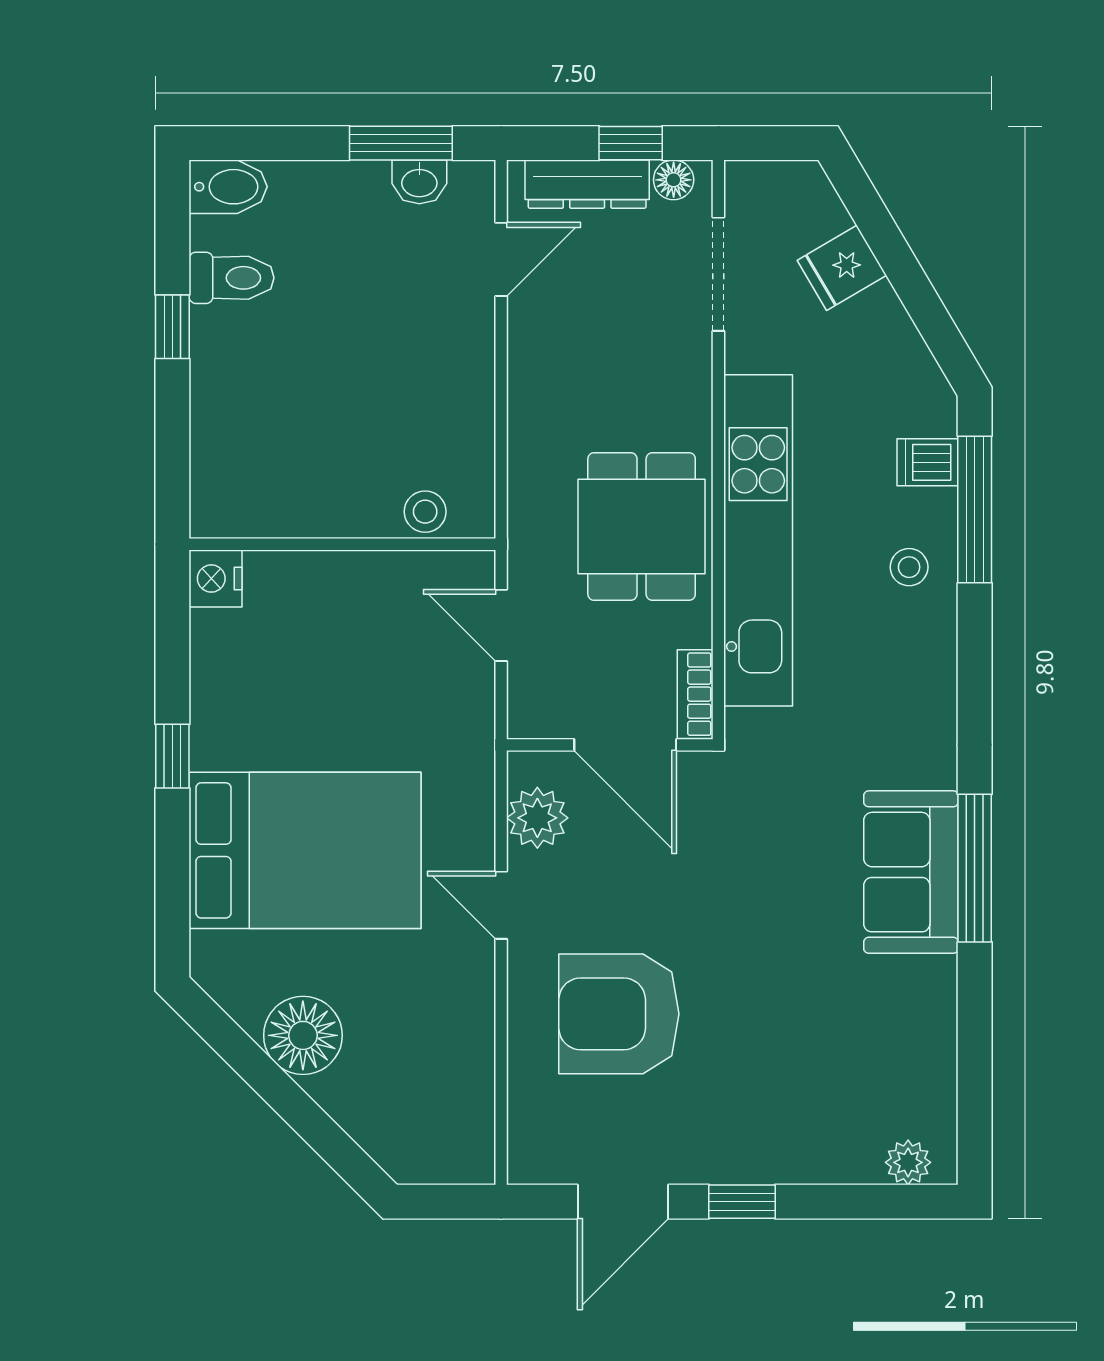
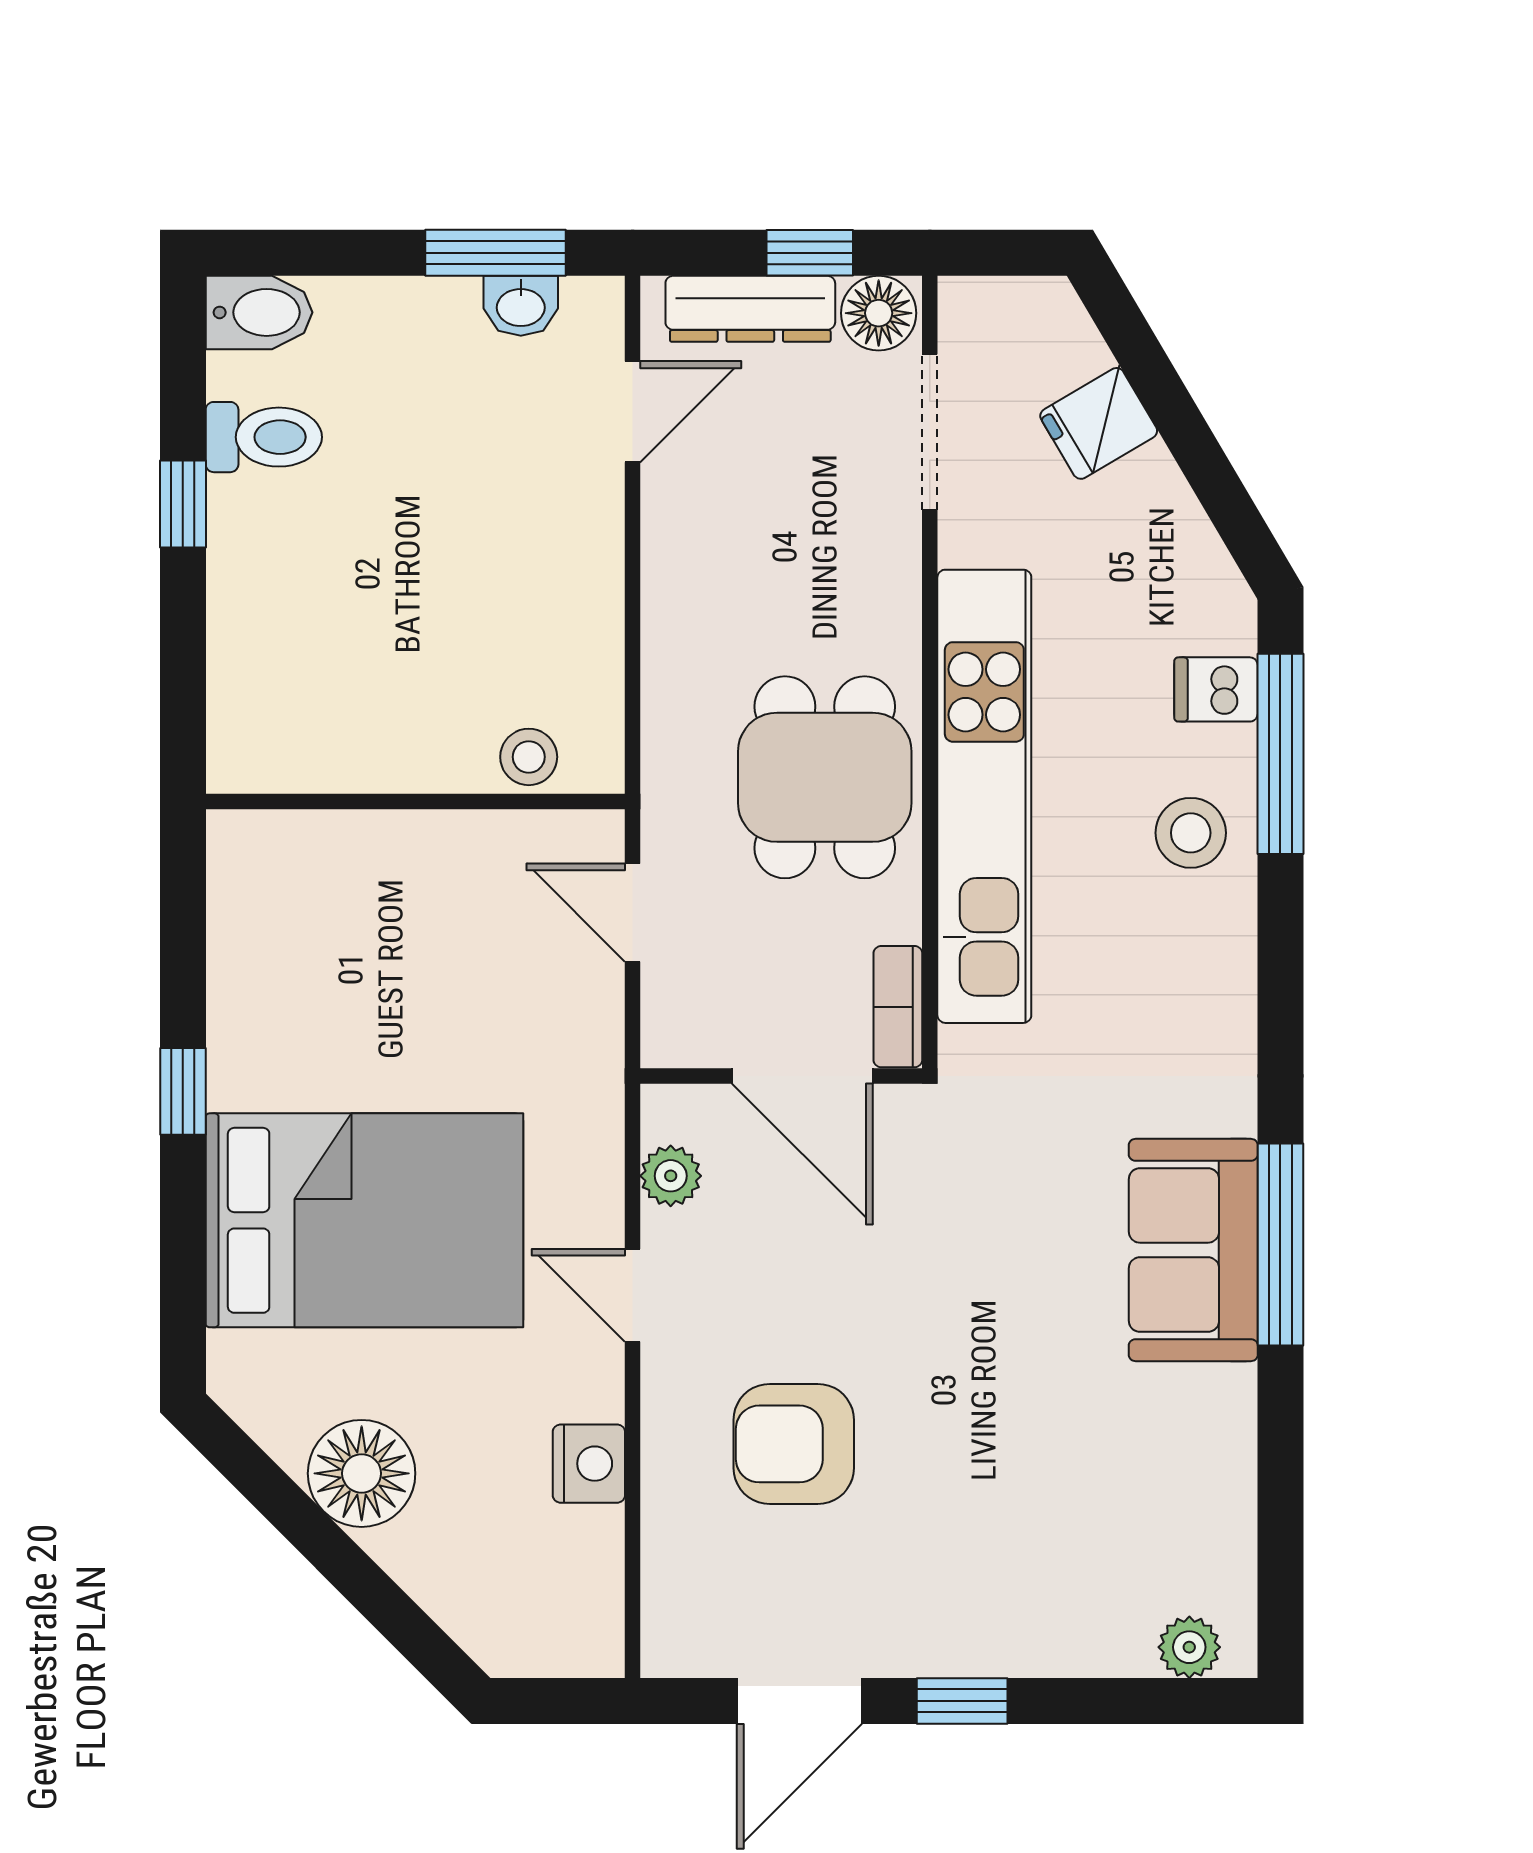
floor lamp: (674, 180) -> (879, 313), width x1.37, depth x1.37
stool: (909, 567) -> (1191, 833), width x1.37, depth x1.37
nightstand: (215, 579) -> (589, 1464), moved, turned 180
plant: (537, 818) -> (671, 1176), width x0.73, depth x0.73
armchair: (619, 1014) -> (794, 1444), width x0.73, depth x0.73

